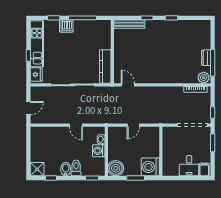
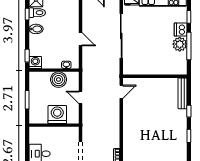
plant: (81, 27) -> (180, 44), added
kitchen counter: (105, 66) -> (140, 69), removed
door: (76, 125) -> (81, 39), swing flipped
washing machine: (99, 151) -> (35, 62), moved
washing machine: (150, 167) -> (57, 114), moved
toilet: (76, 168) -> (37, 13), moved
boiler: (116, 168) -> (59, 80), moved

